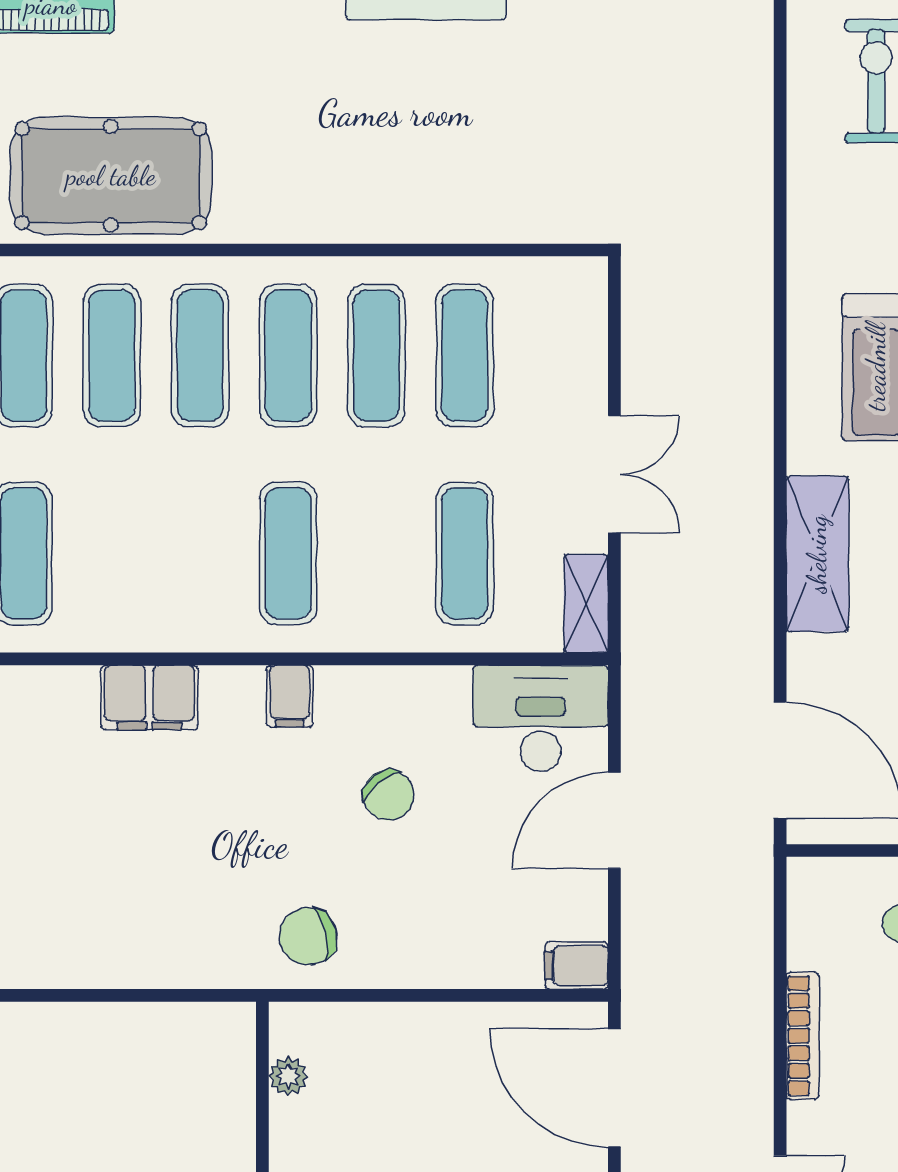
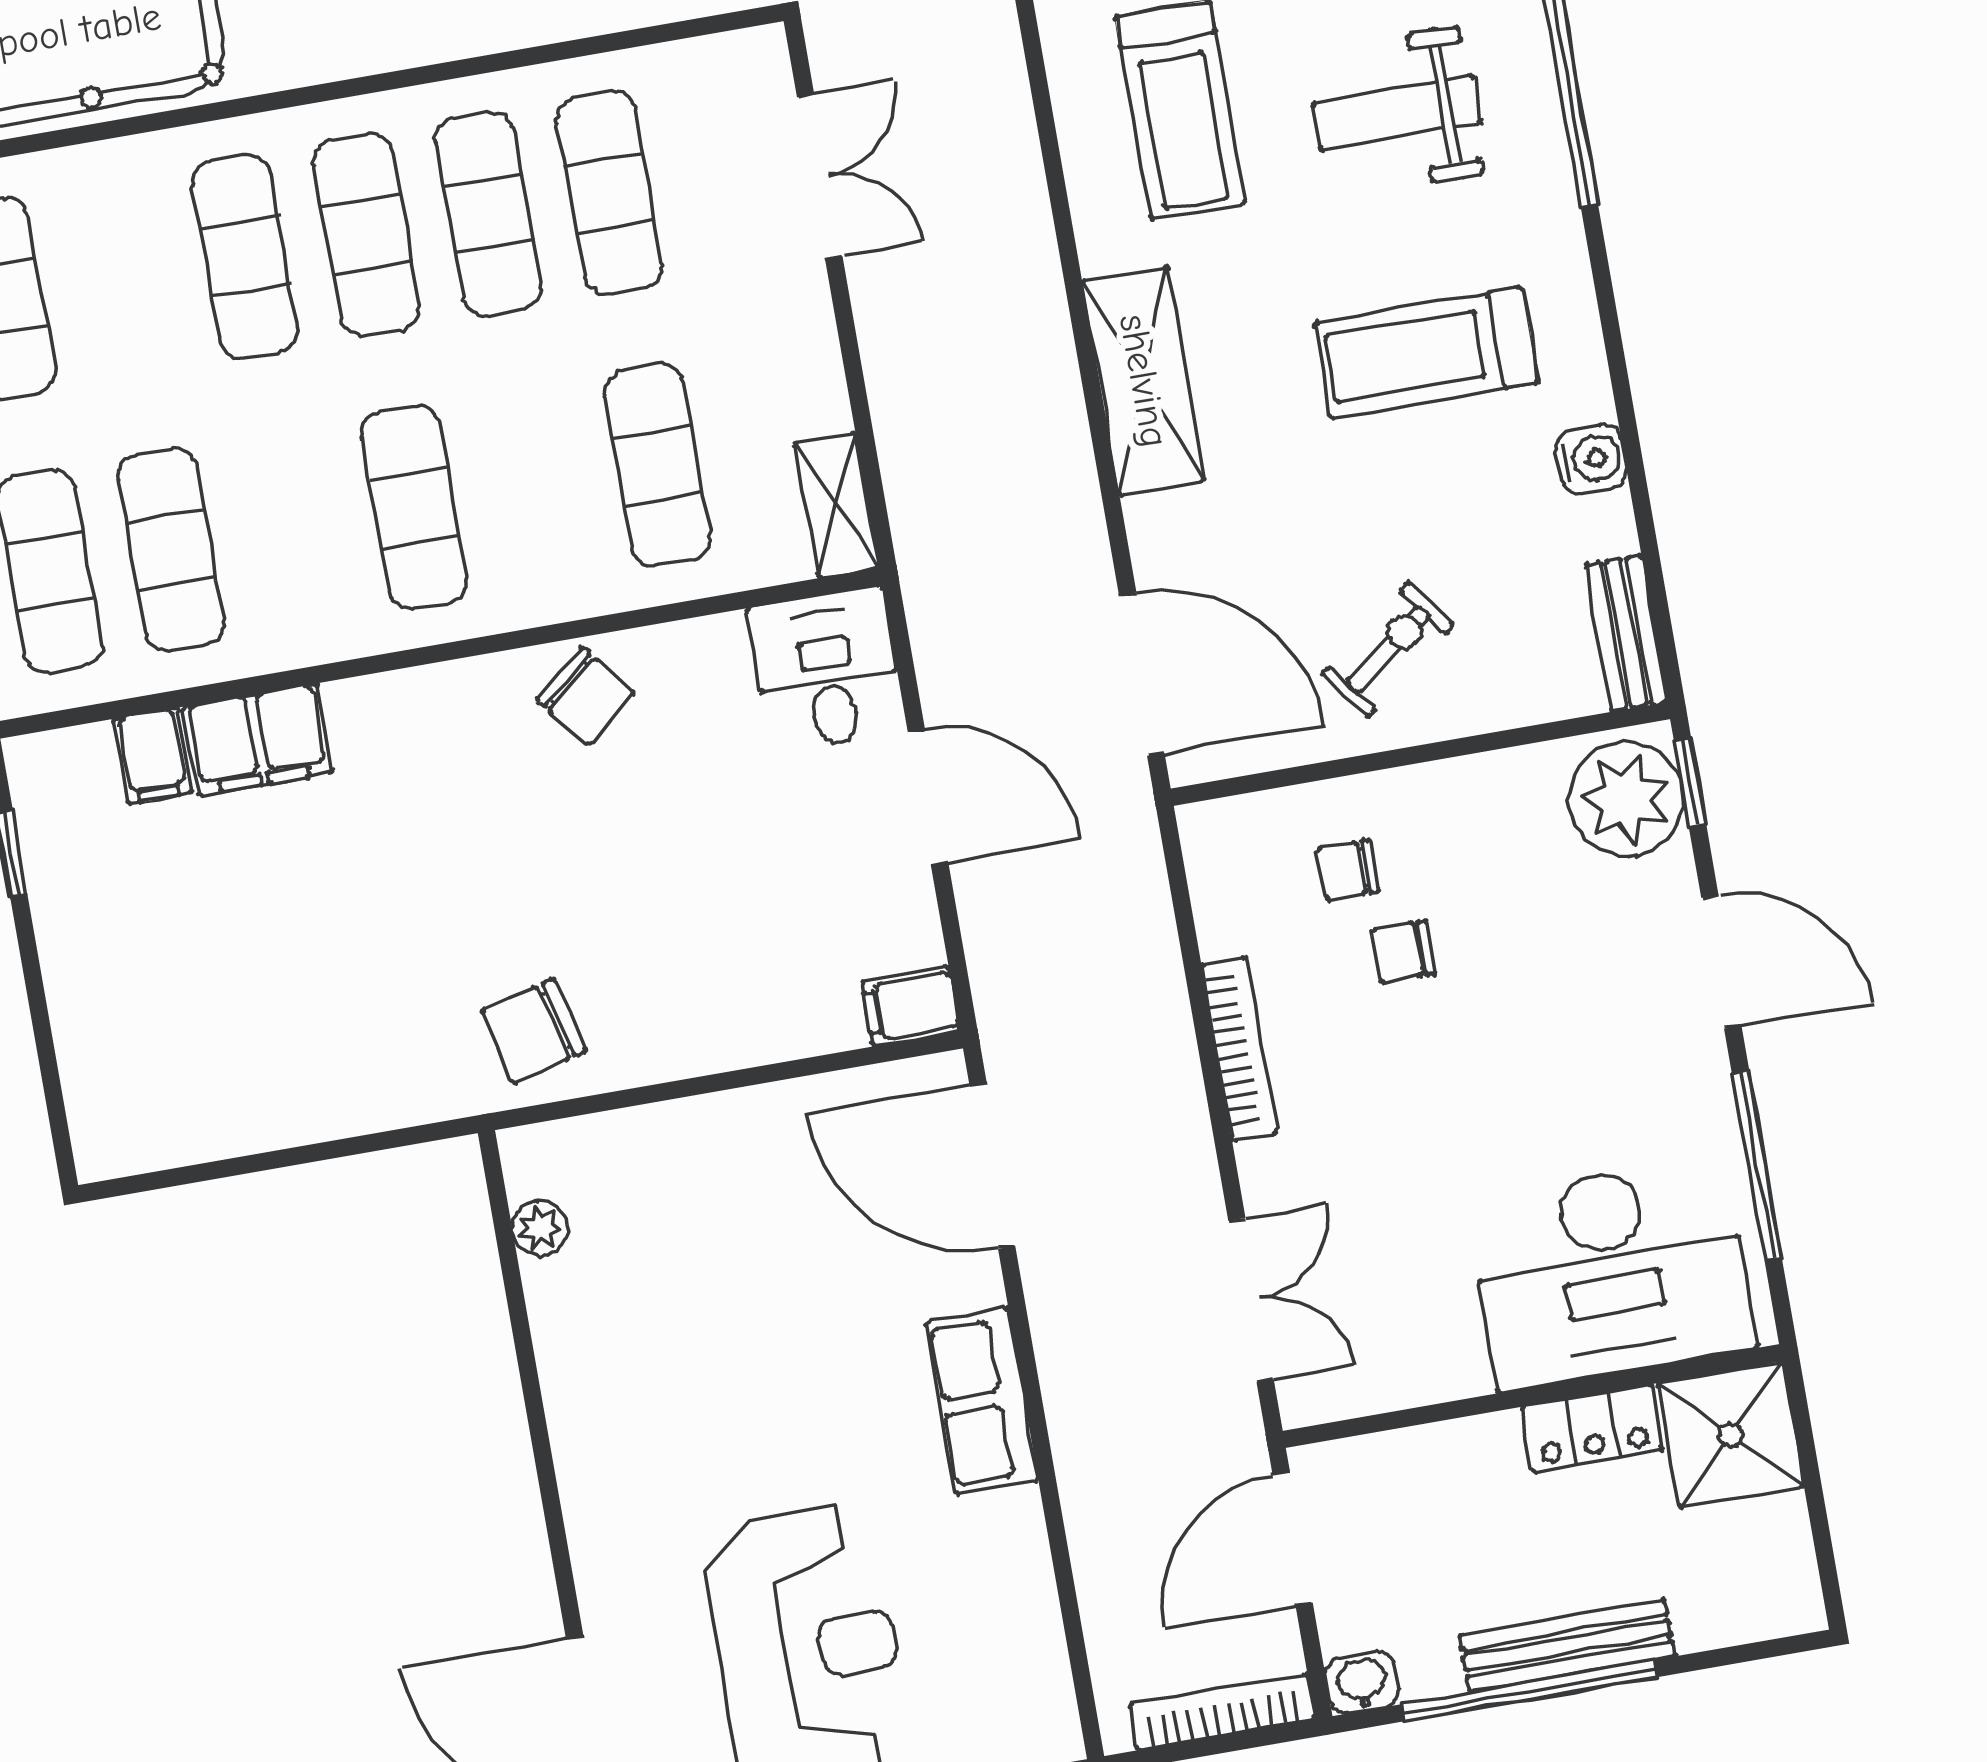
exercise mat: (112, 356) -> (171, 550), moved
double door: (614, 474) -> (820, 177), moved
filing cabinet: (290, 696) -> (153, 756), moved
desk: (541, 718) -> (827, 670), width x0.73
chair: (389, 795) -> (585, 696), moved
door: (614, 820) -> (928, 797), swing flipped

